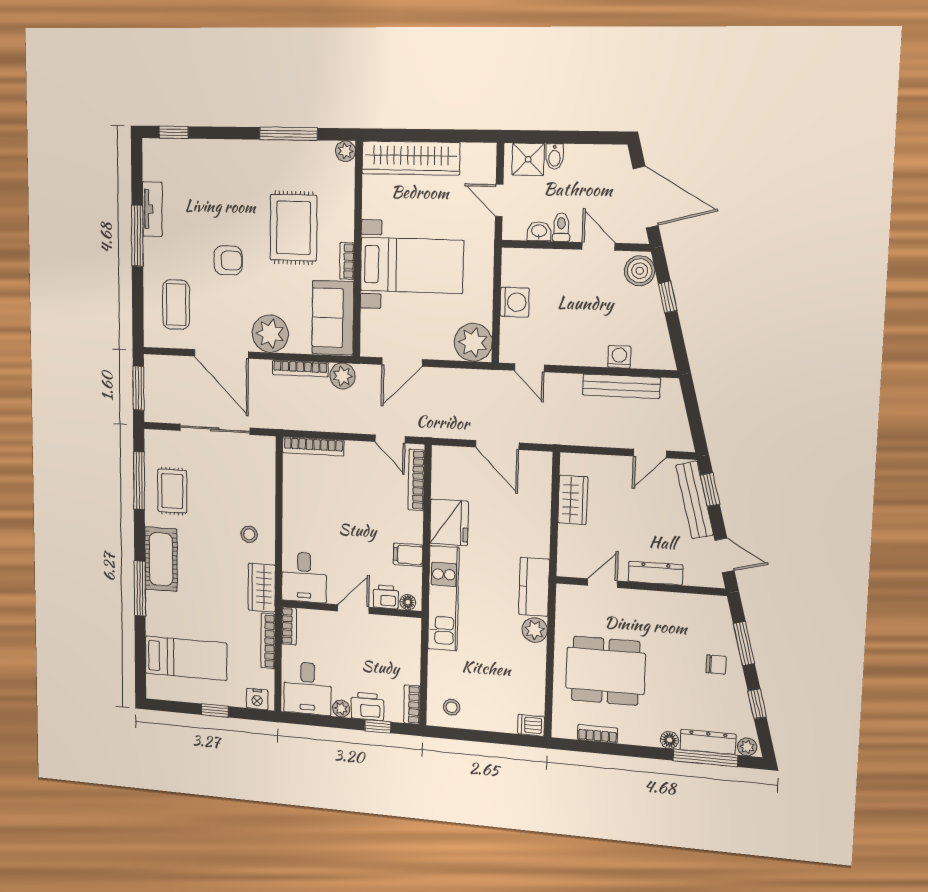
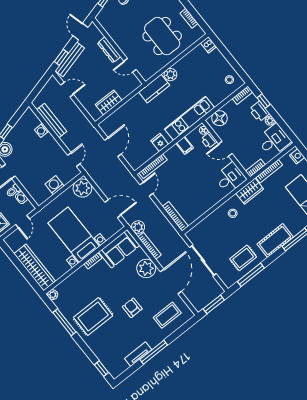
rug: (293, 228) -> (93, 316), moved
fridge: (449, 522) -> (160, 142), width x0.53, depth x0.75
floor lamp: (406, 642) -> (219, 118), added

